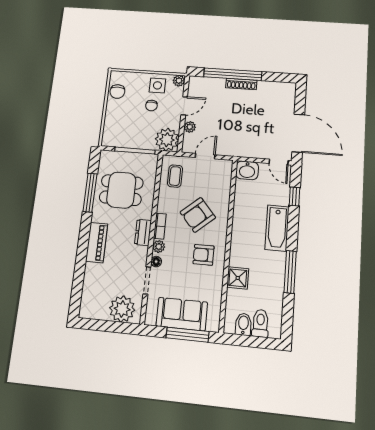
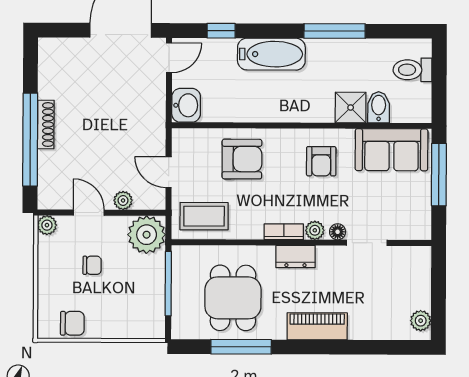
side table: (157, 85) -> (57, 259), removed
coffee table: (175, 176) -> (204, 216), width x1.36, depth x1.30
armchair: (198, 215) -> (242, 159), moved, turned -49
plant: (122, 309) -> (421, 321), moved, width x0.53, depth x0.53
sofa: (182, 314) -> (391, 150), moved, turned -90
bidet: (243, 324) -> (379, 107), moved, turned 90

